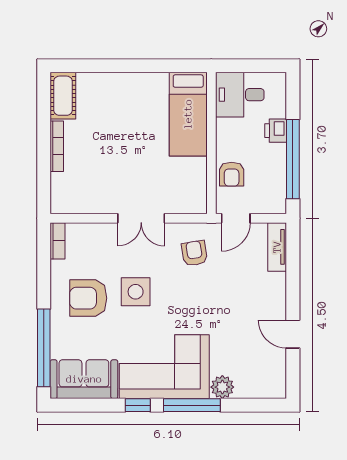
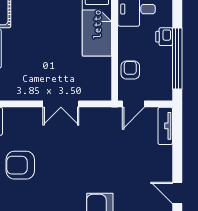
armchair: (232, 174) -> (130, 70), turned 180
armchair: (194, 253) -> (102, 131), removed
side table: (136, 292) -> (57, 160), removed

